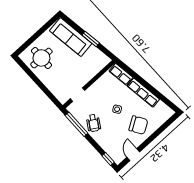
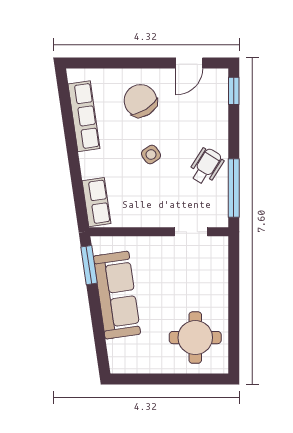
sofa: (71, 37) -> (117, 295), moved
window: (91, 39) -> (89, 265), moved
row of seats: (143, 93) -> (84, 116), moved

